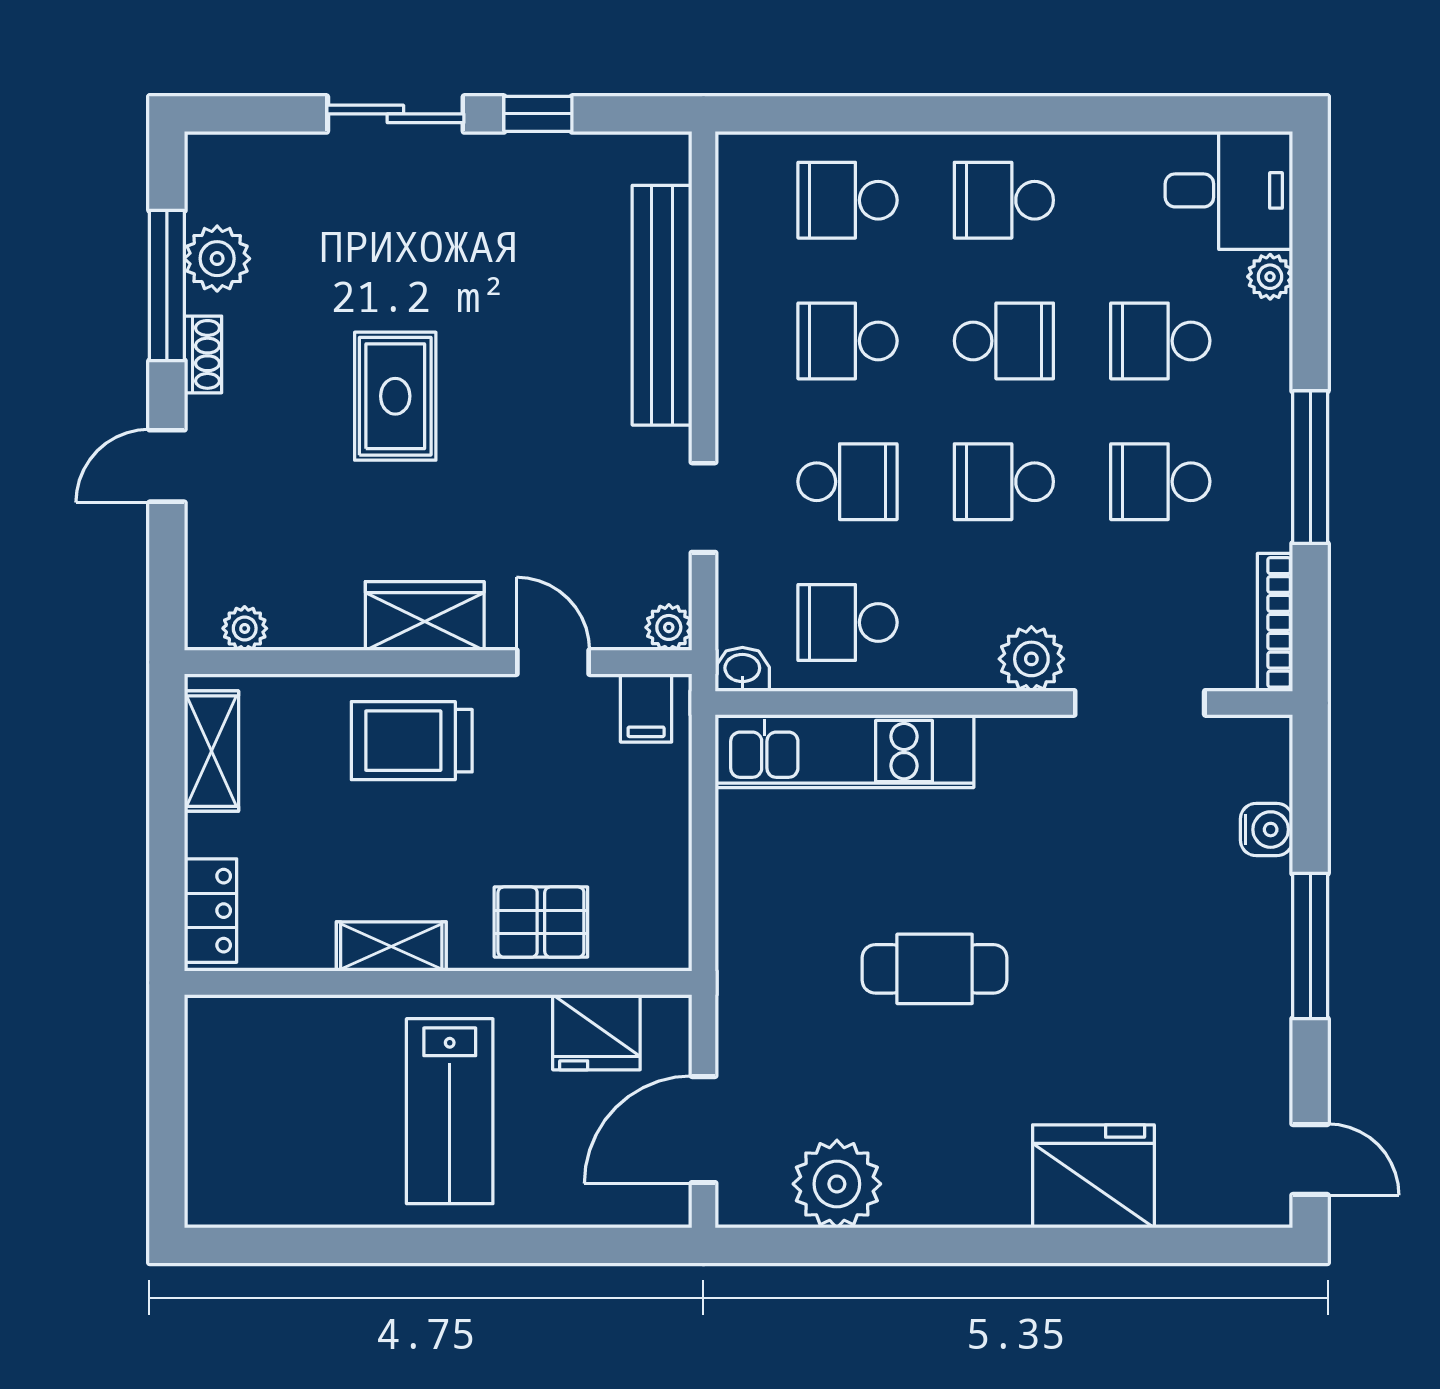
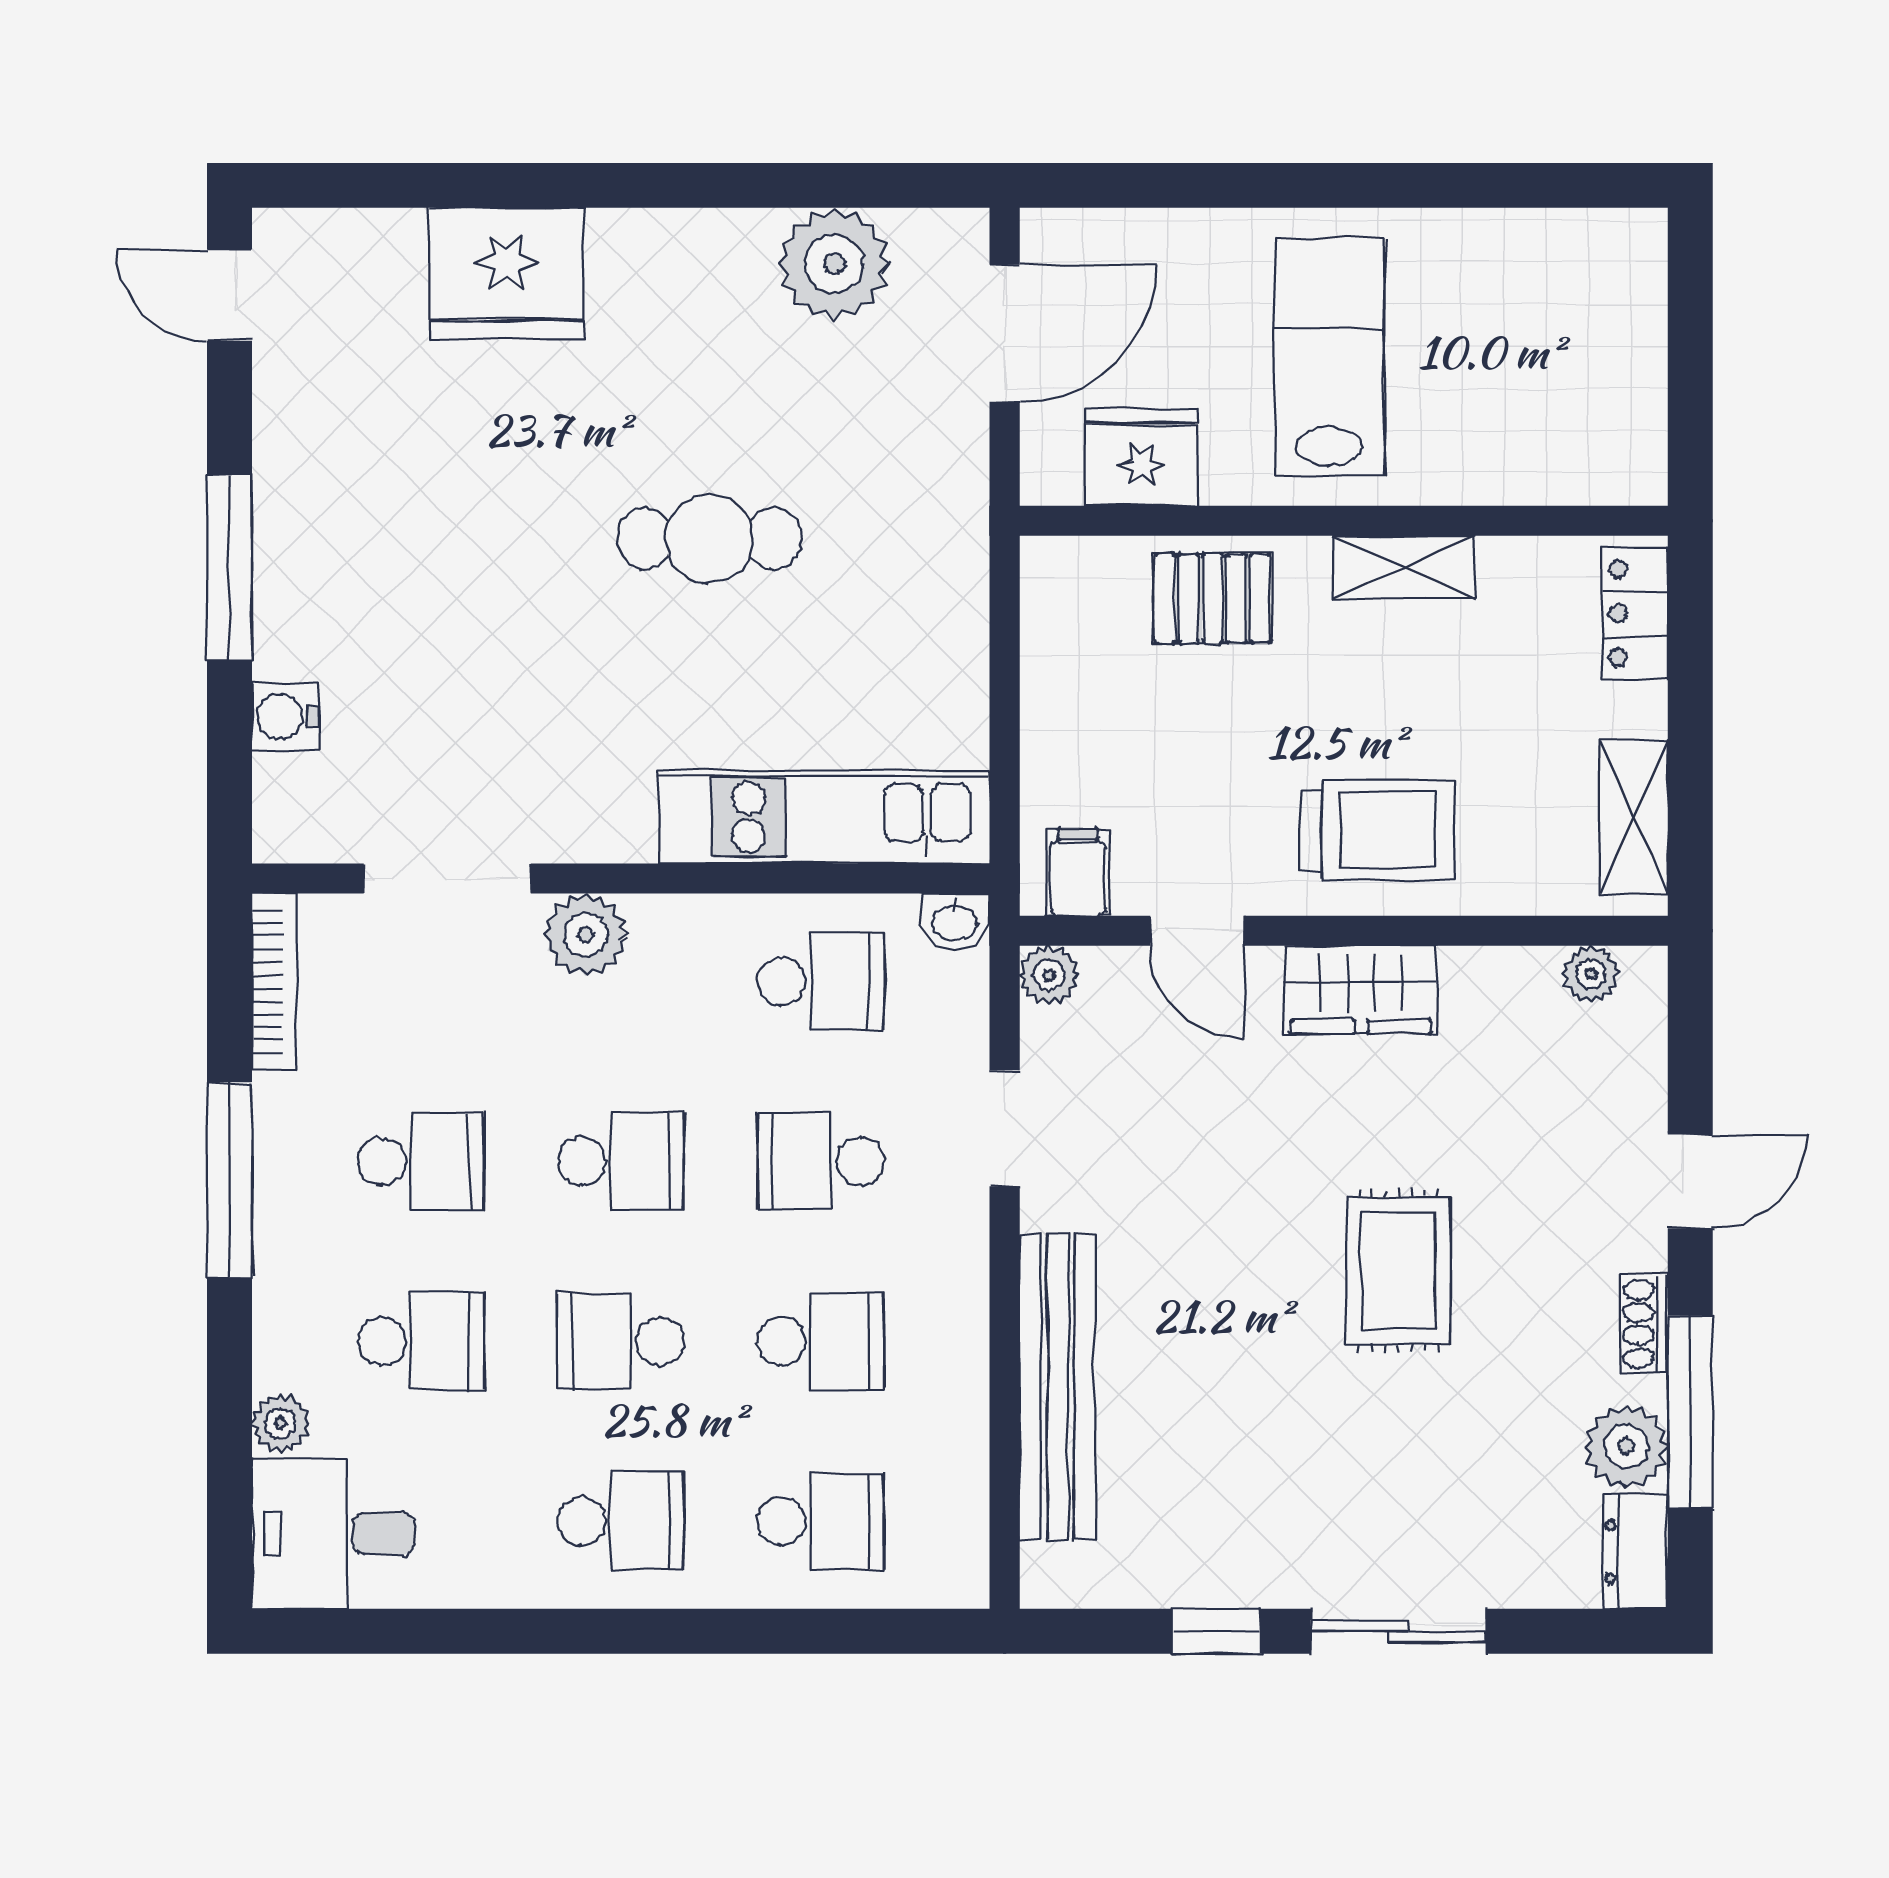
dresser: (210, 176) -> (1636, 1552), added

